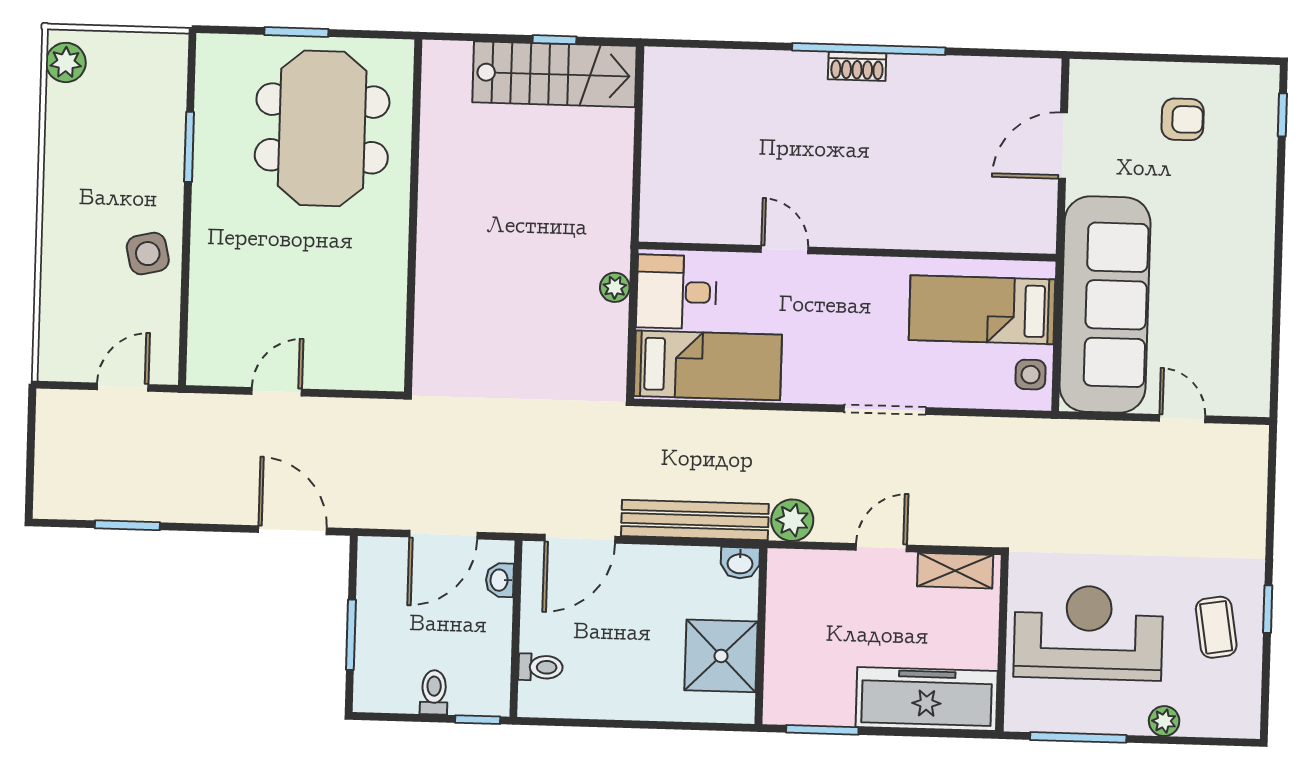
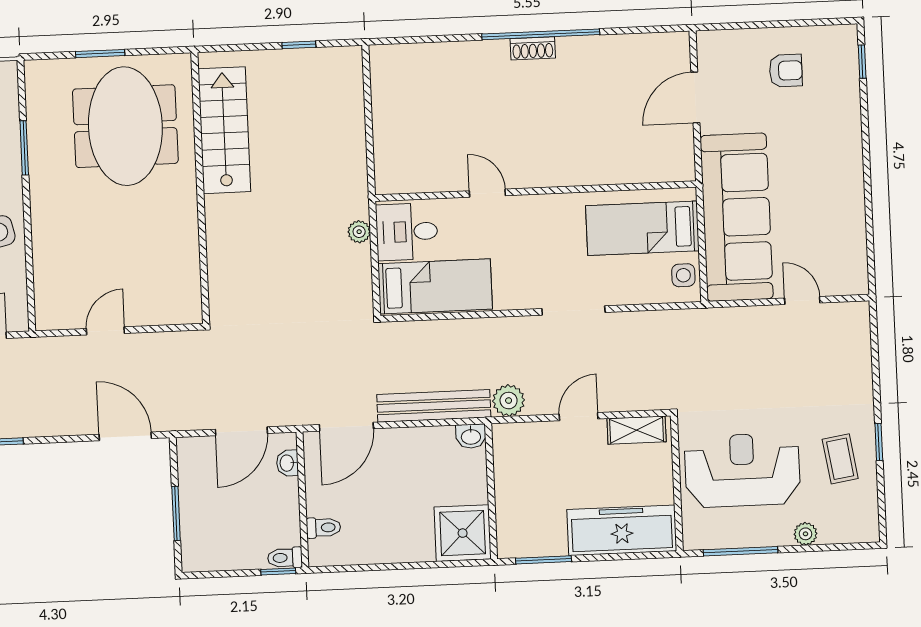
stairs: (554, 74) -> (224, 130), moved, turned -90
shower: (721, 656) -> (463, 533), moved
toilet: (434, 692) -> (285, 558), moved, turned -90

